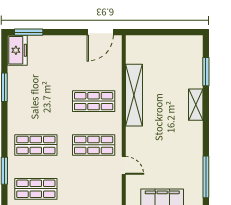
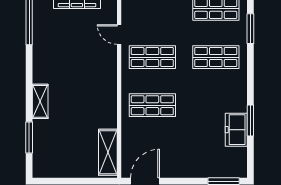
freezer: (17, 50) -> (236, 130), moved
shelving: (134, 95) -> (108, 152), moved, width x0.68

